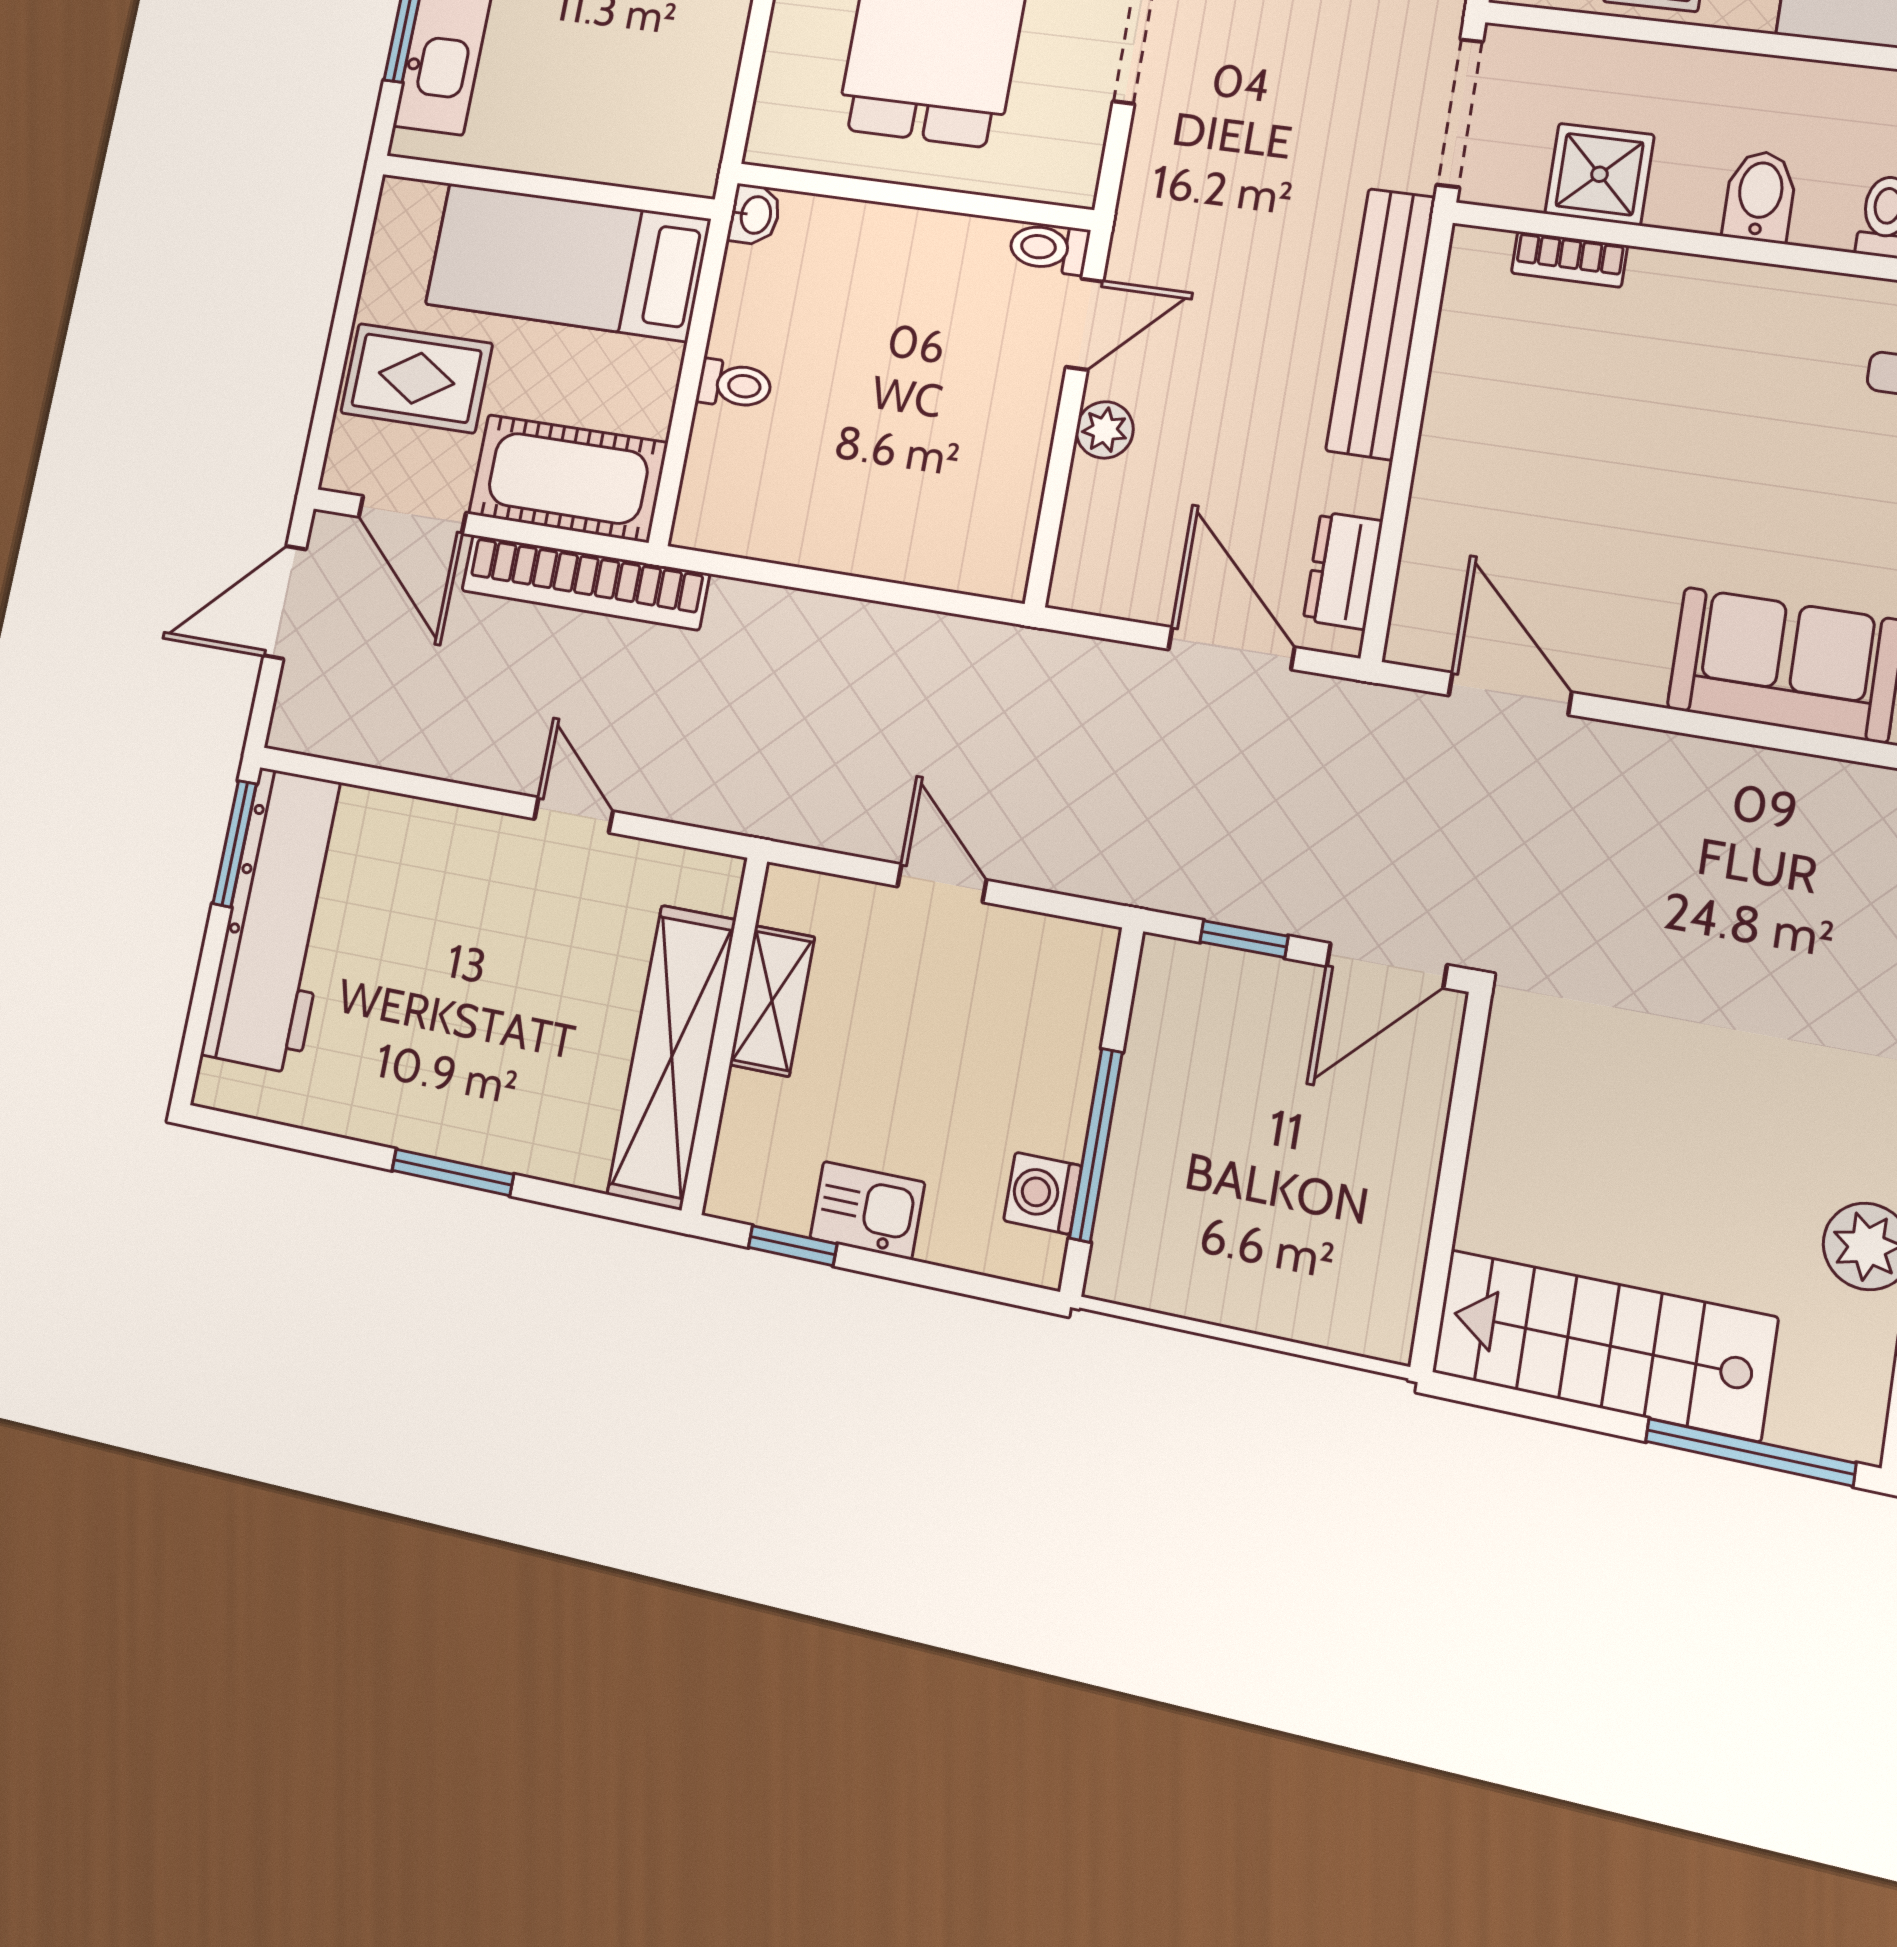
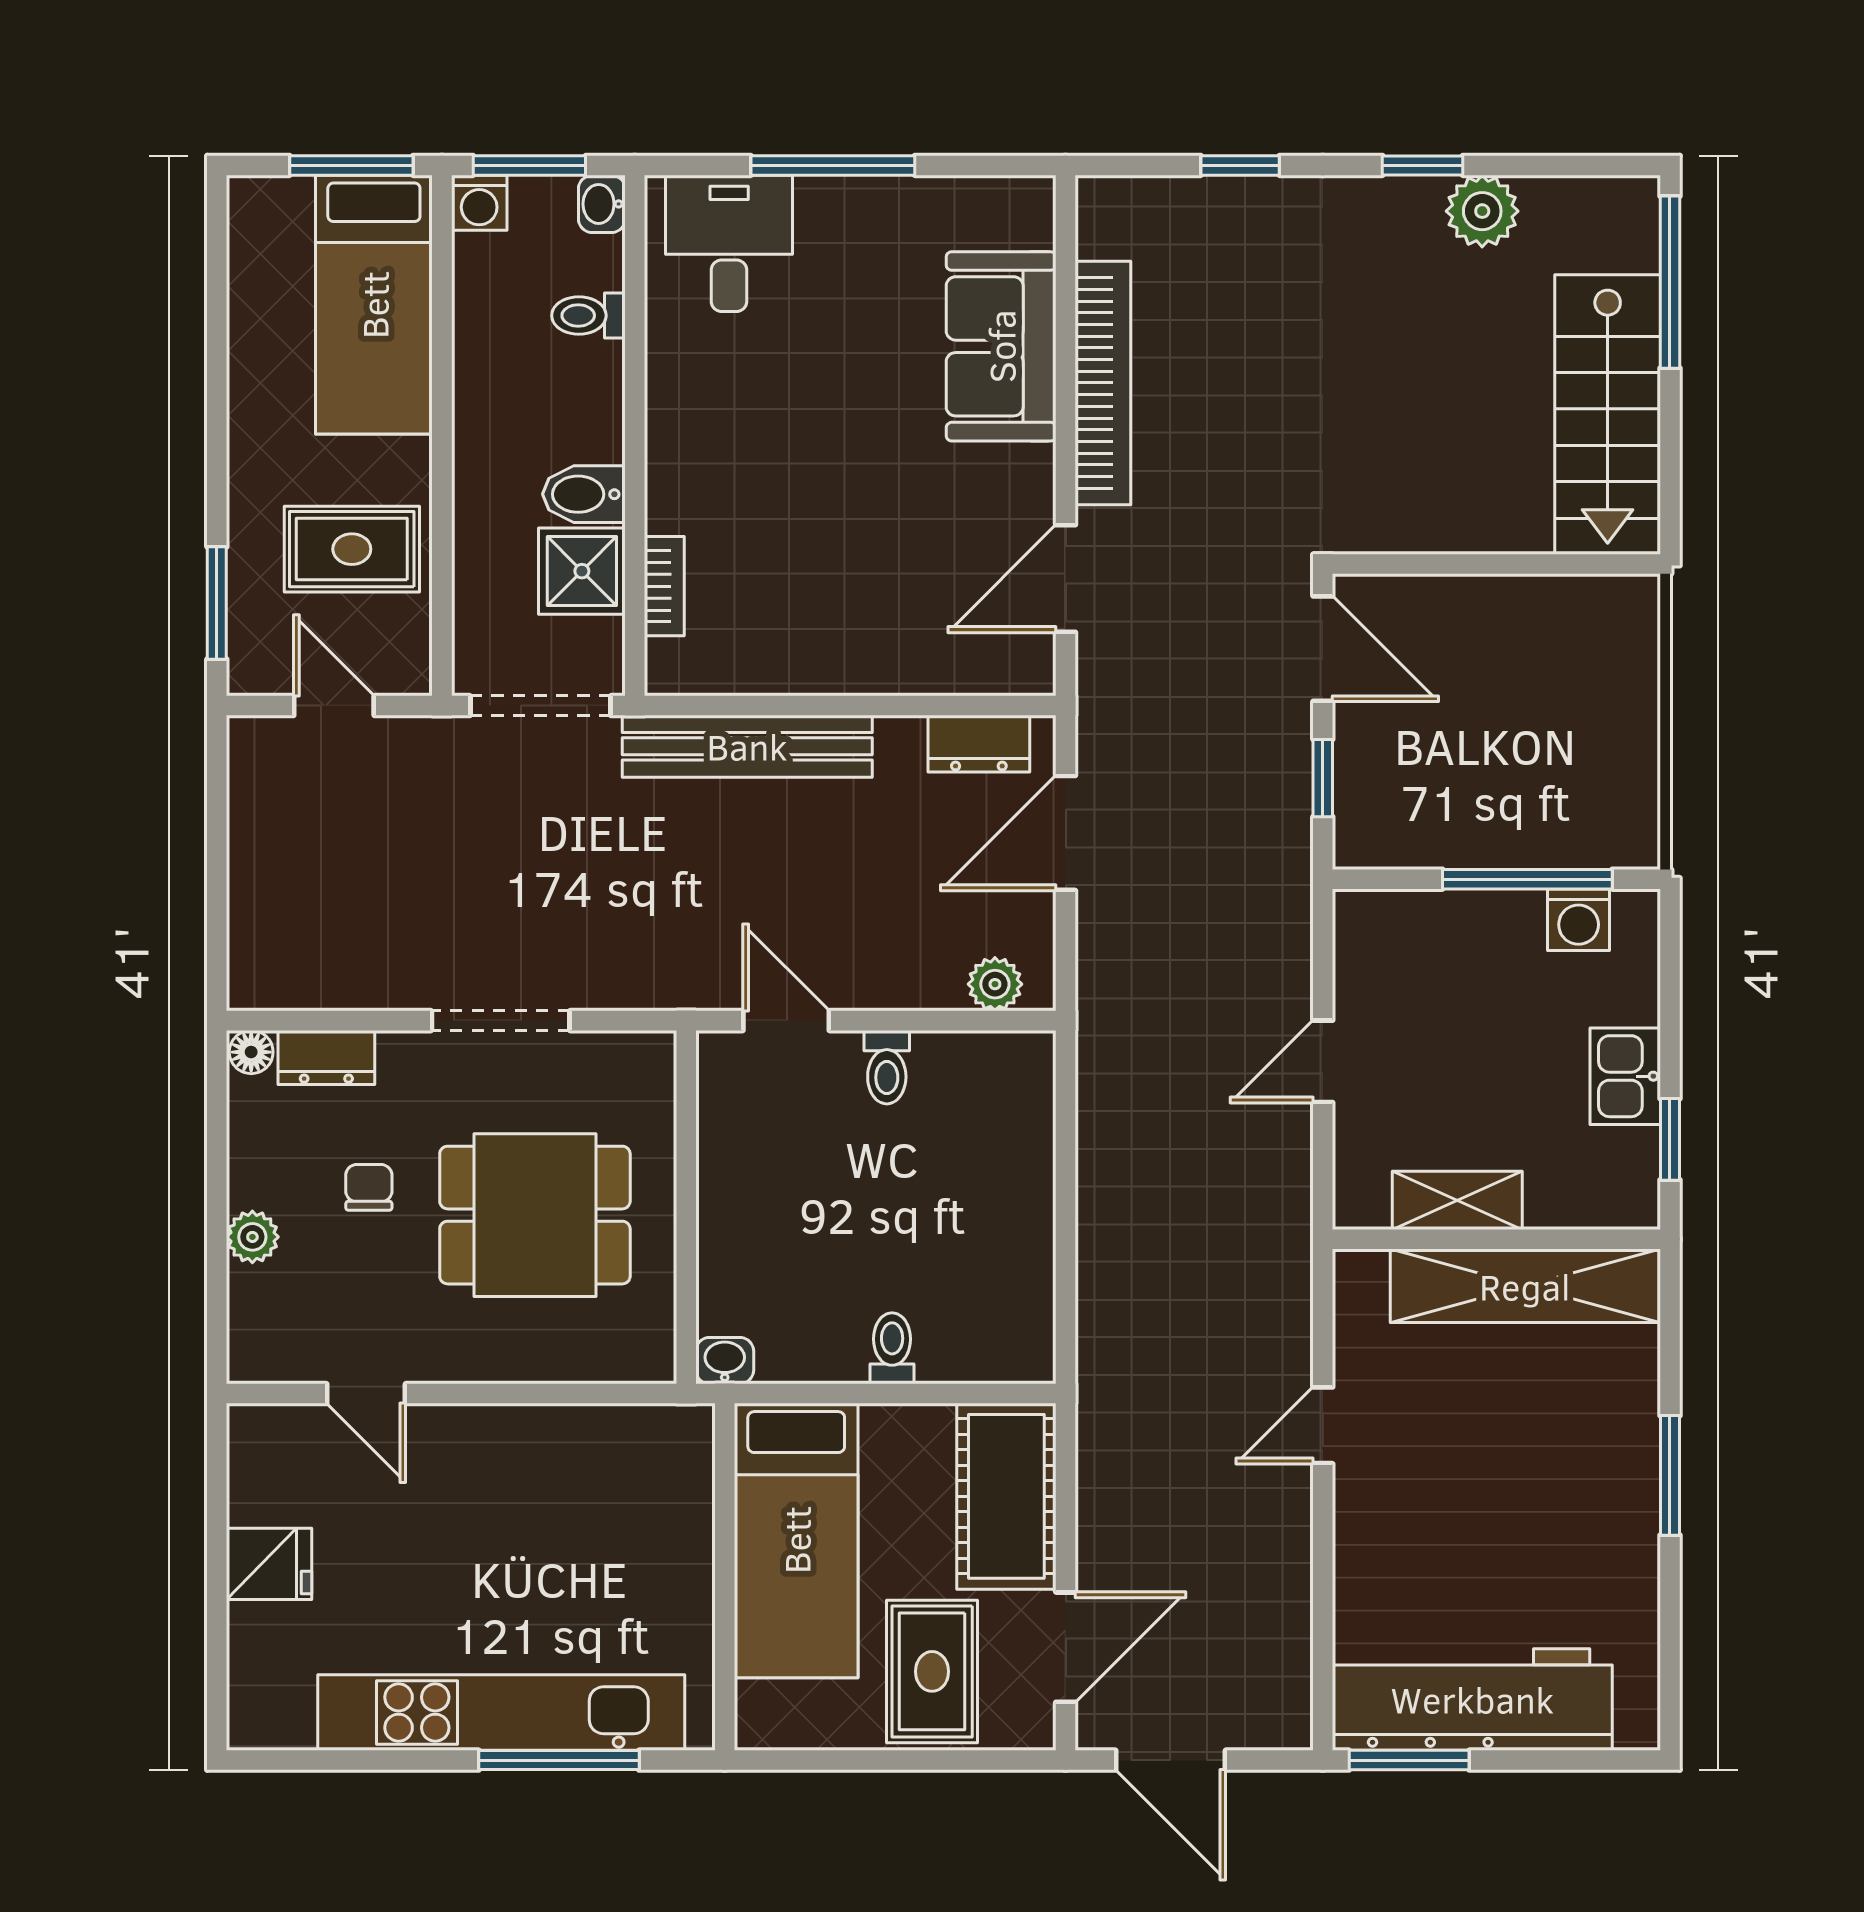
bidet: (1760, 196) -> (584, 494), moved
toilet: (1049, 248) -> (887, 1067), moved
plant: (1105, 430) -> (995, 984), moved
bookcase: (585, 582) -> (1103, 383), moved

